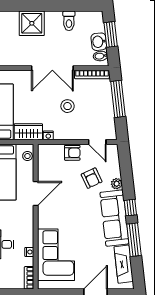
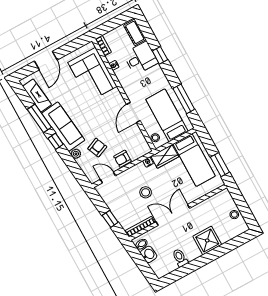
window: (111, 34) -> (143, 265), removed
window: (118, 99) -> (110, 219), width x0.46
armchair: (92, 178) -> (97, 148), turned 92

